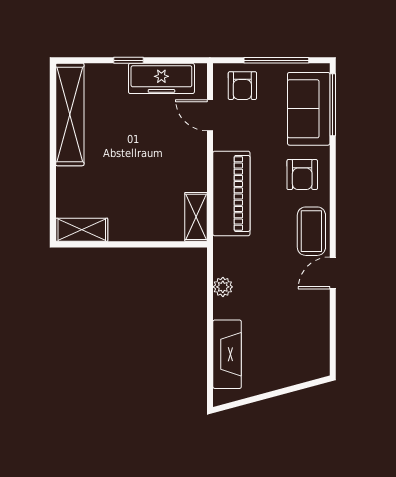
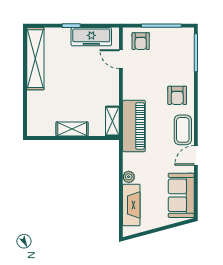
sofa: (309, 109) -> (181, 195), moved
piano: (231, 193) -> (134, 126), moved
shelving: (82, 230) -> (72, 129), moved
plant: (223, 287) -> (129, 177), moved

